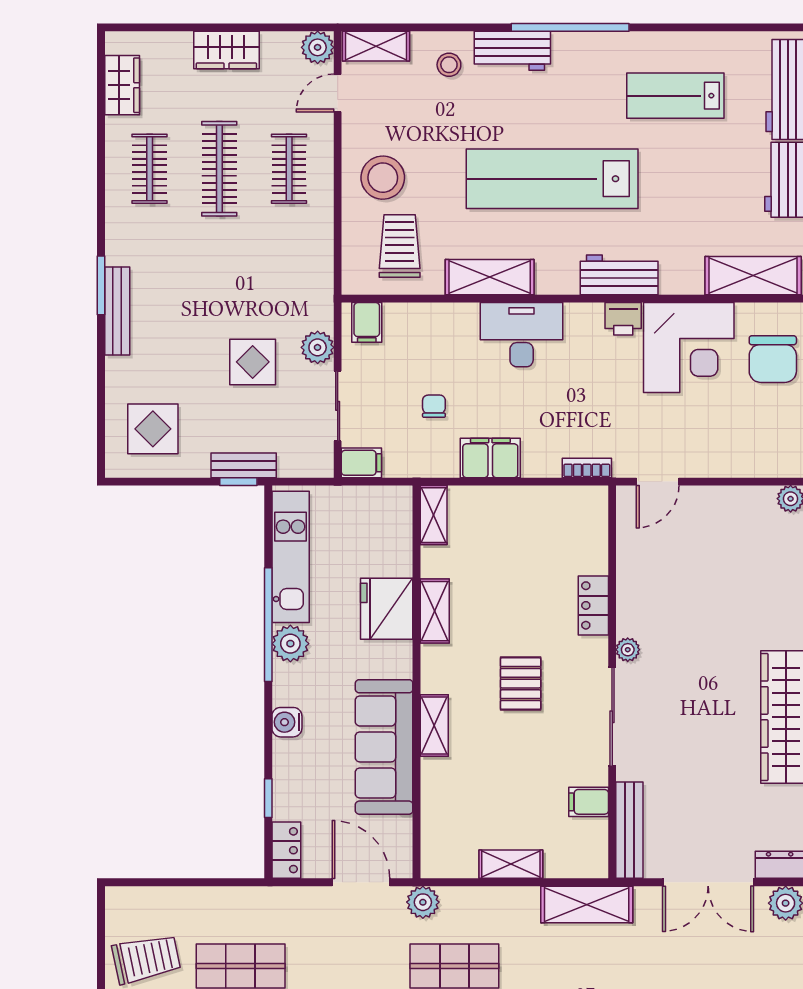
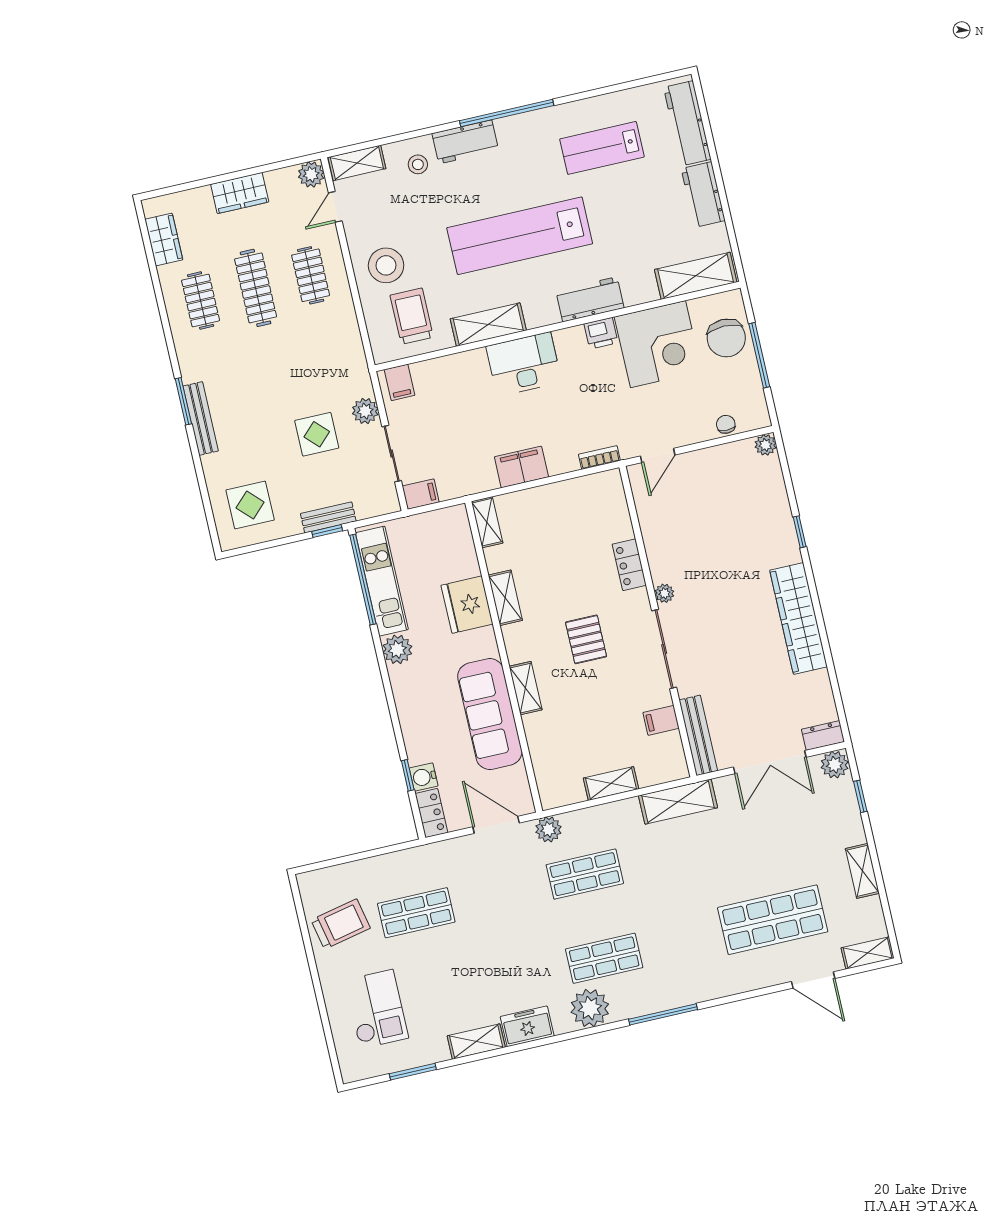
chair: (434, 406) -> (726, 424), moved
window: (268, 625) -> (363, 579), moved
water cooler: (287, 722) -> (424, 777), moved

